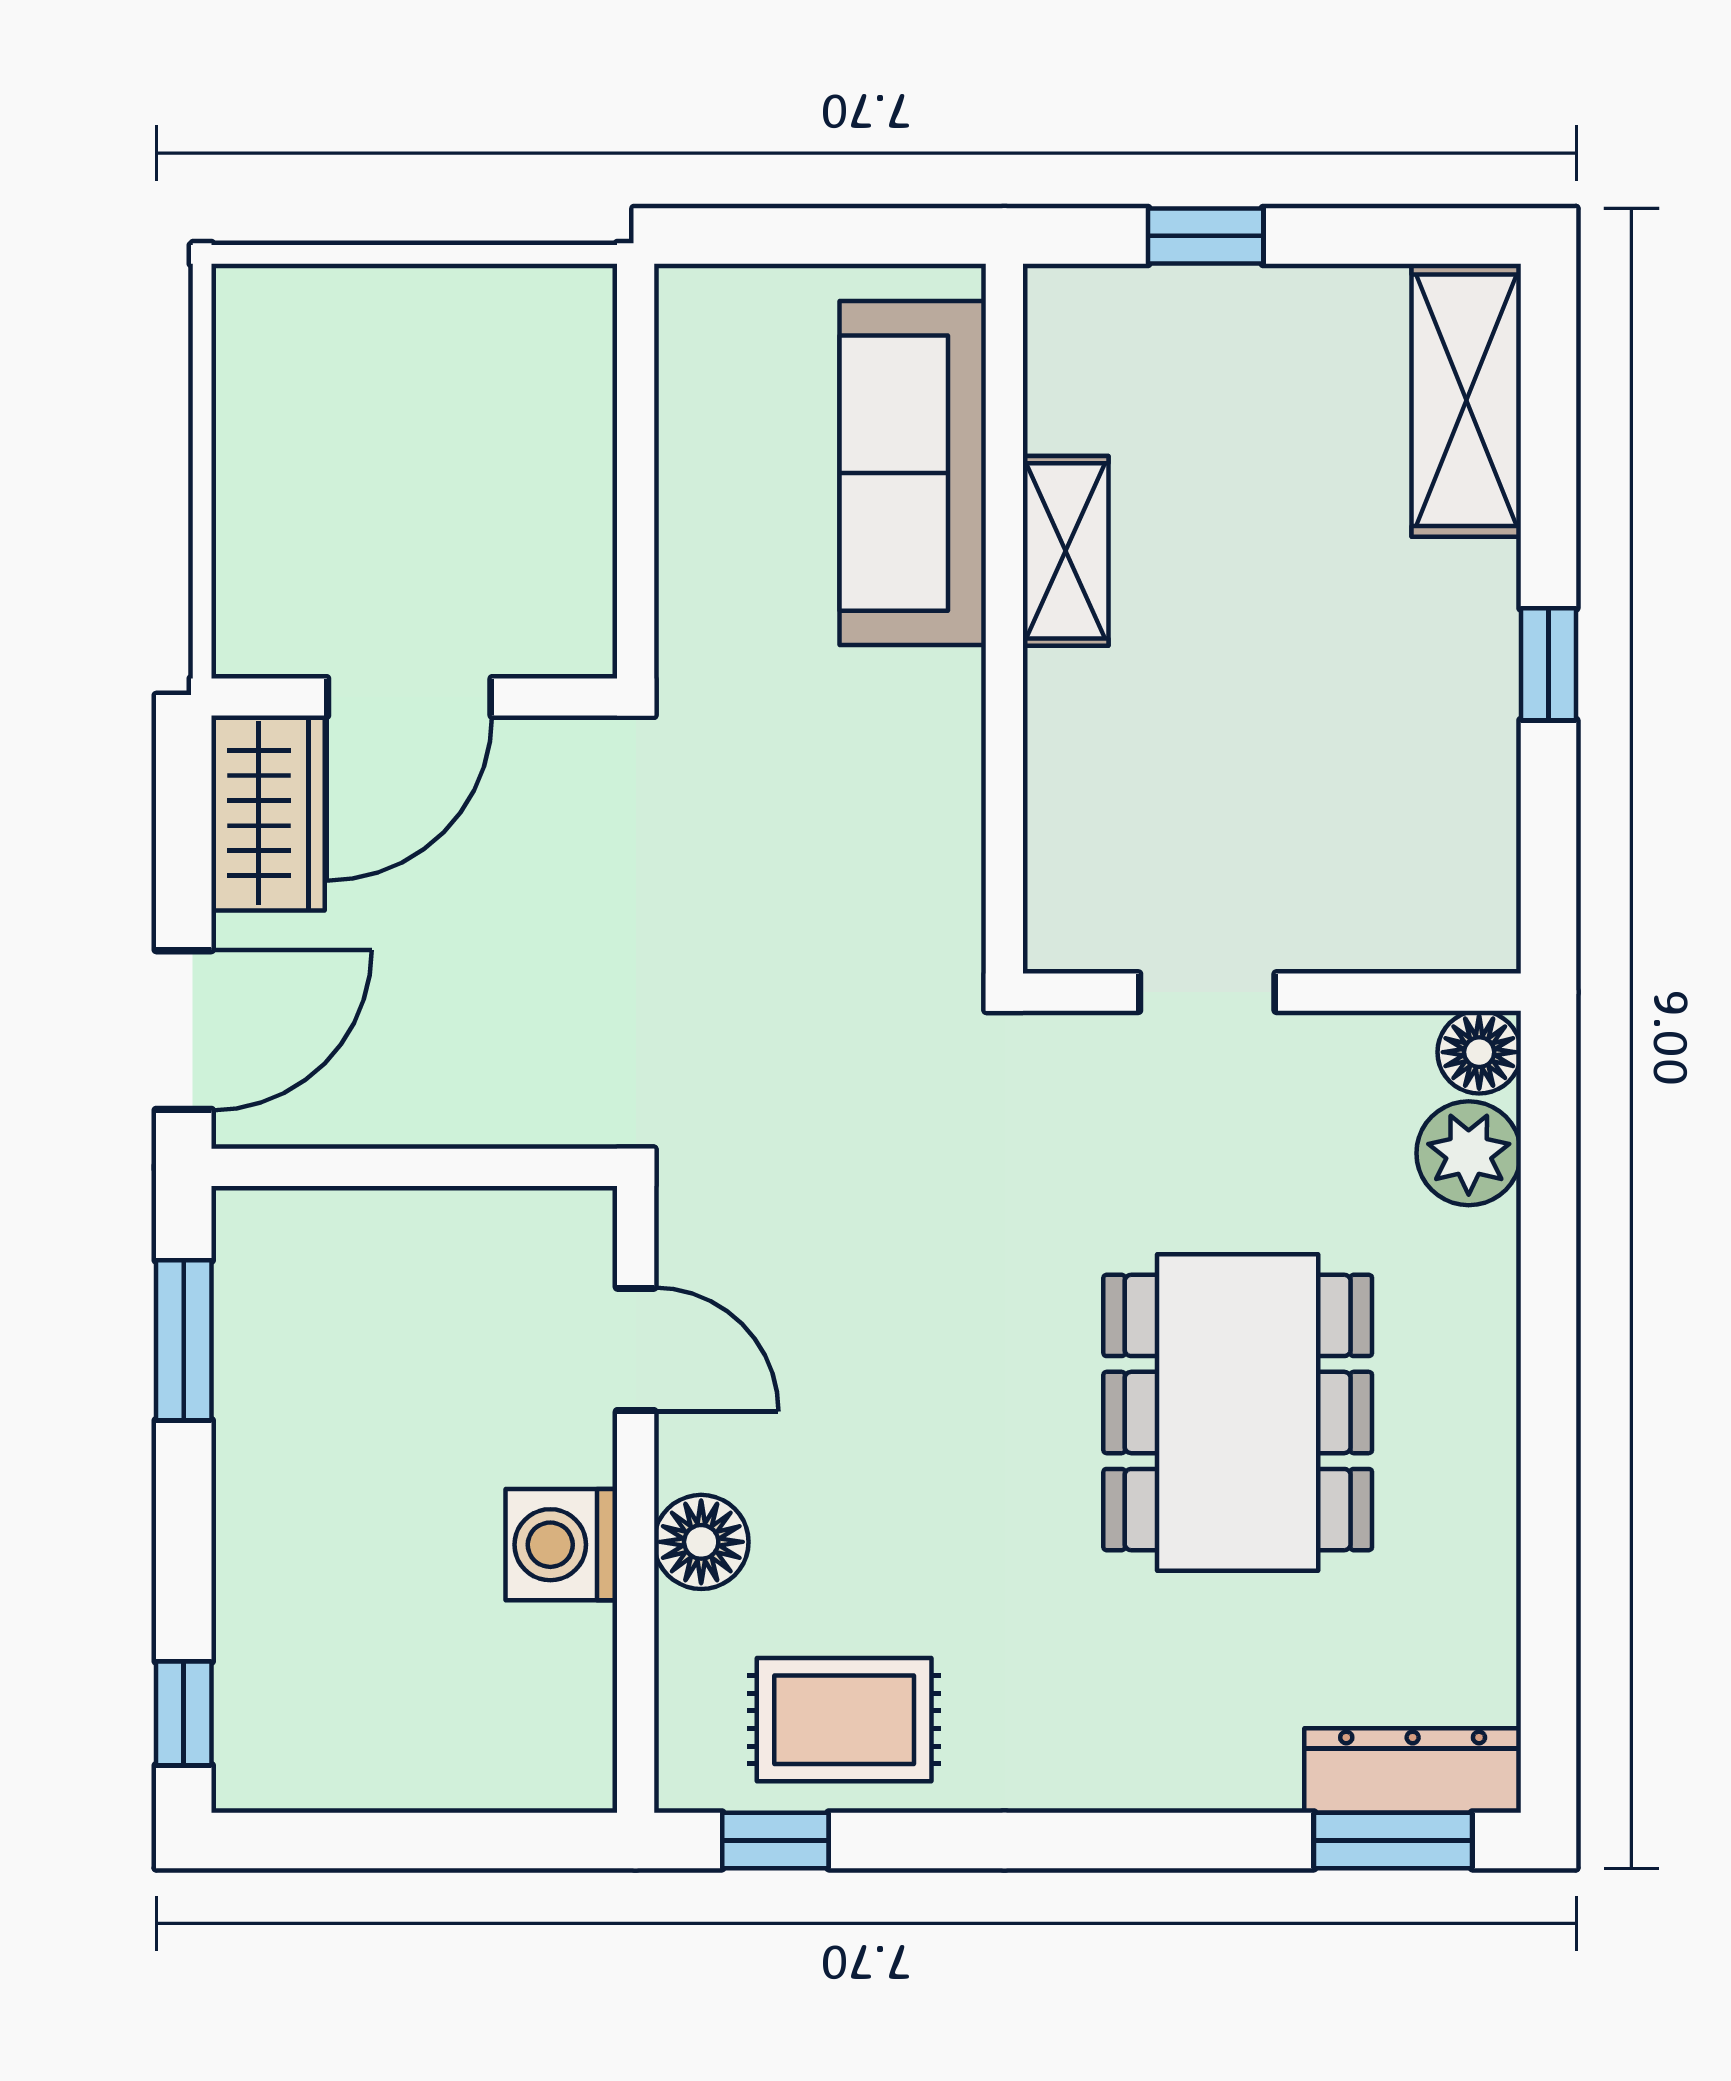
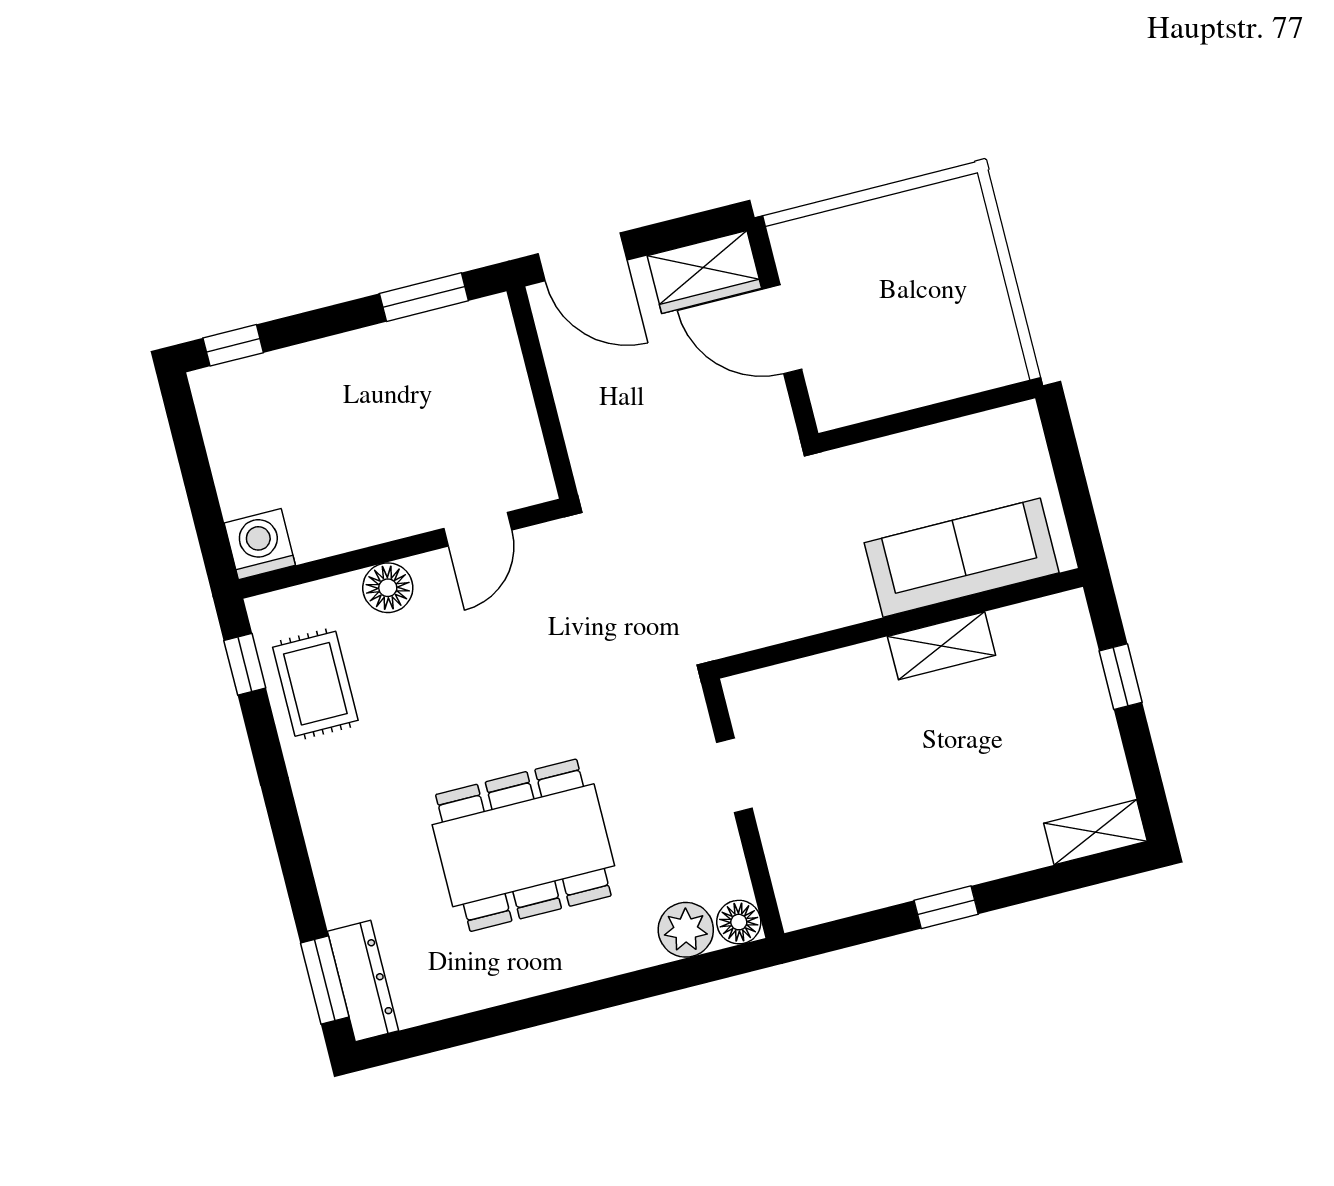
shelving: (1466, 400) -> (1095, 832), width x0.67, depth x0.75
washing machine: (561, 1545) -> (260, 544), moved

